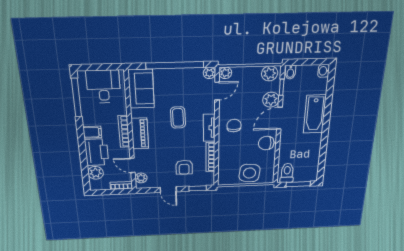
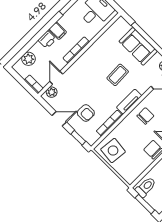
sofa: (141, 89) -> (138, 46), moved, turned 90
piano: (140, 133) -> (84, 61), removed
printer: (97, 152) -> (47, 40), width x0.53, depth x0.68
armchair: (184, 167) -> (86, 113), turned -90
side table: (250, 173) -> (113, 150), moved
door: (168, 190) -> (59, 119), swing flipped

